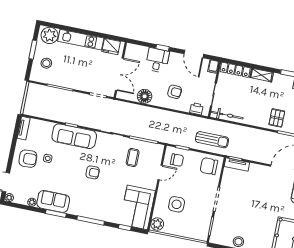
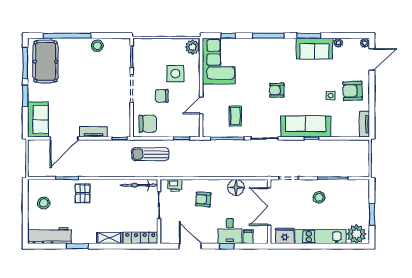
stool: (46, 63) -> (319, 197), moved
filing cabinet: (213, 66) -> (248, 237), moved
chair: (177, 160) -> (162, 96), moved
tv unit: (237, 165) -> (93, 132), moved

